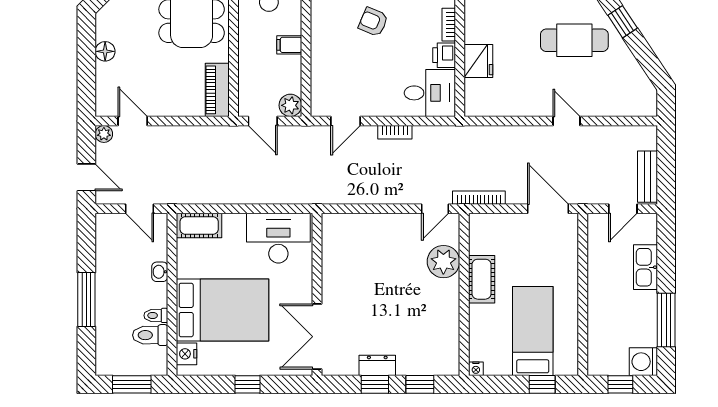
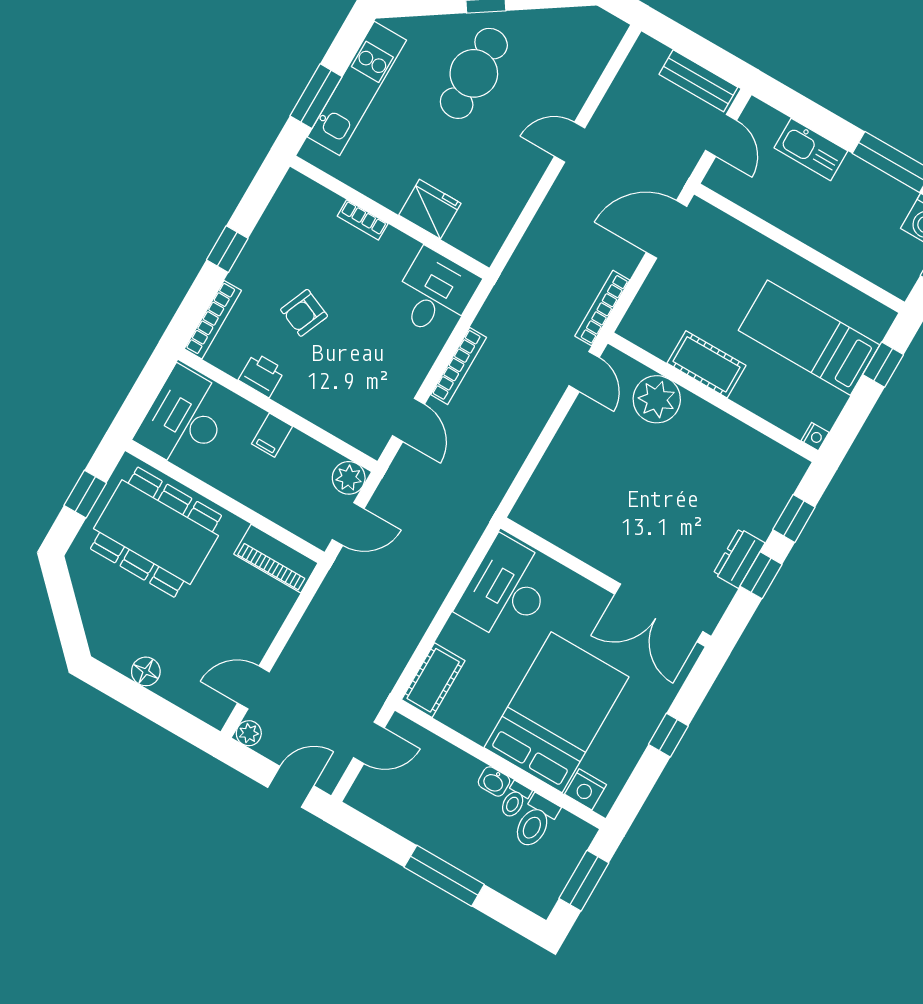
printer: (444, 55) -> (262, 375), moved, turned 180
bookcase: (395, 132) -> (459, 366), width x1.56
washbasin: (160, 272) -> (494, 781), moved

